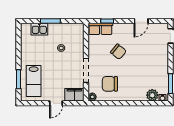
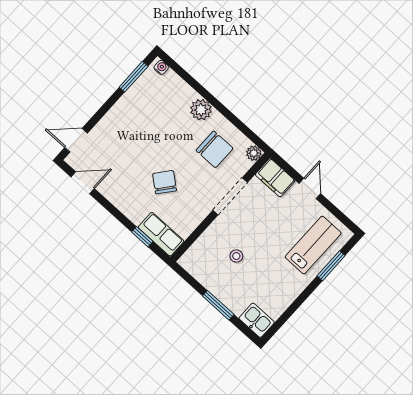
door: (141, 21) -> (83, 183), moved
kitchen sink: (39, 29) -> (257, 320), moved
plant: (152, 95) -> (201, 110), moved
door: (56, 103) -> (310, 188), hinge flipped

